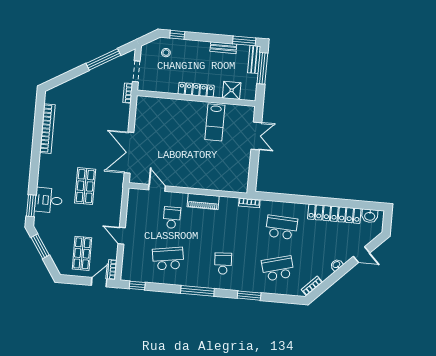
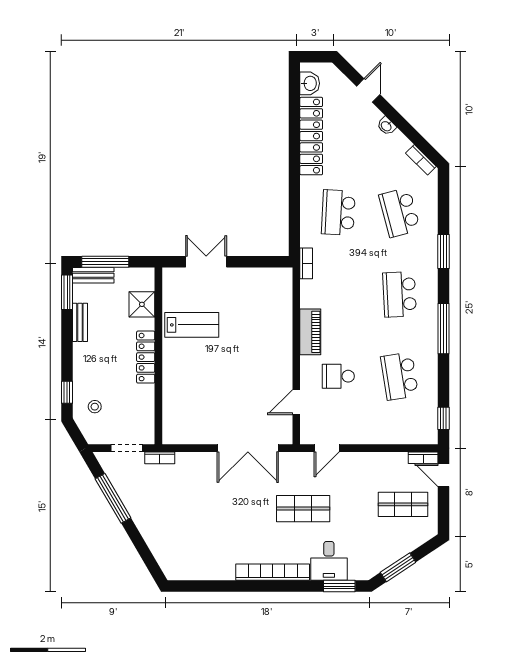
bookcase: (47, 129) -> (273, 572), moved
door: (122, 236) -> (327, 448), moved
school desk: (223, 264) -> (400, 294), width x1.85

